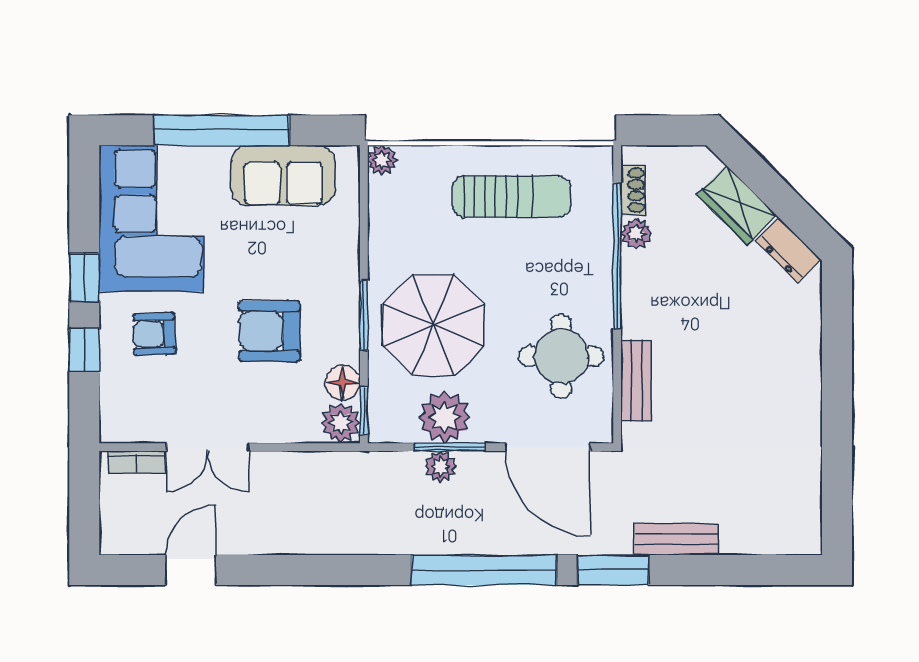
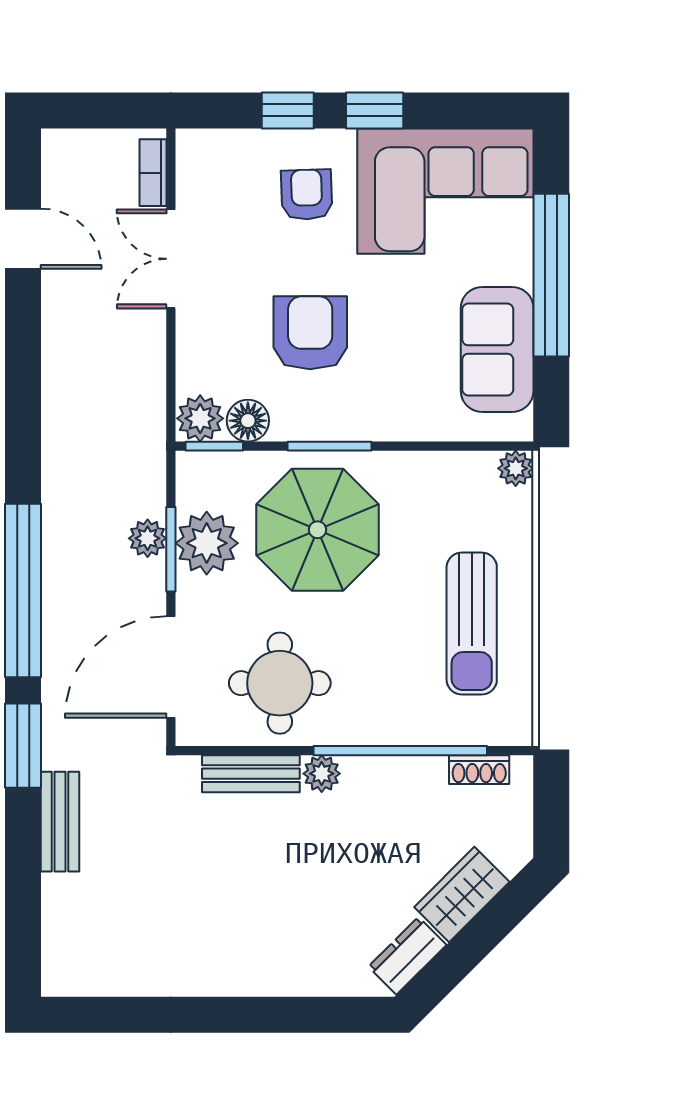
plant: (636, 234) -> (322, 774), moved

